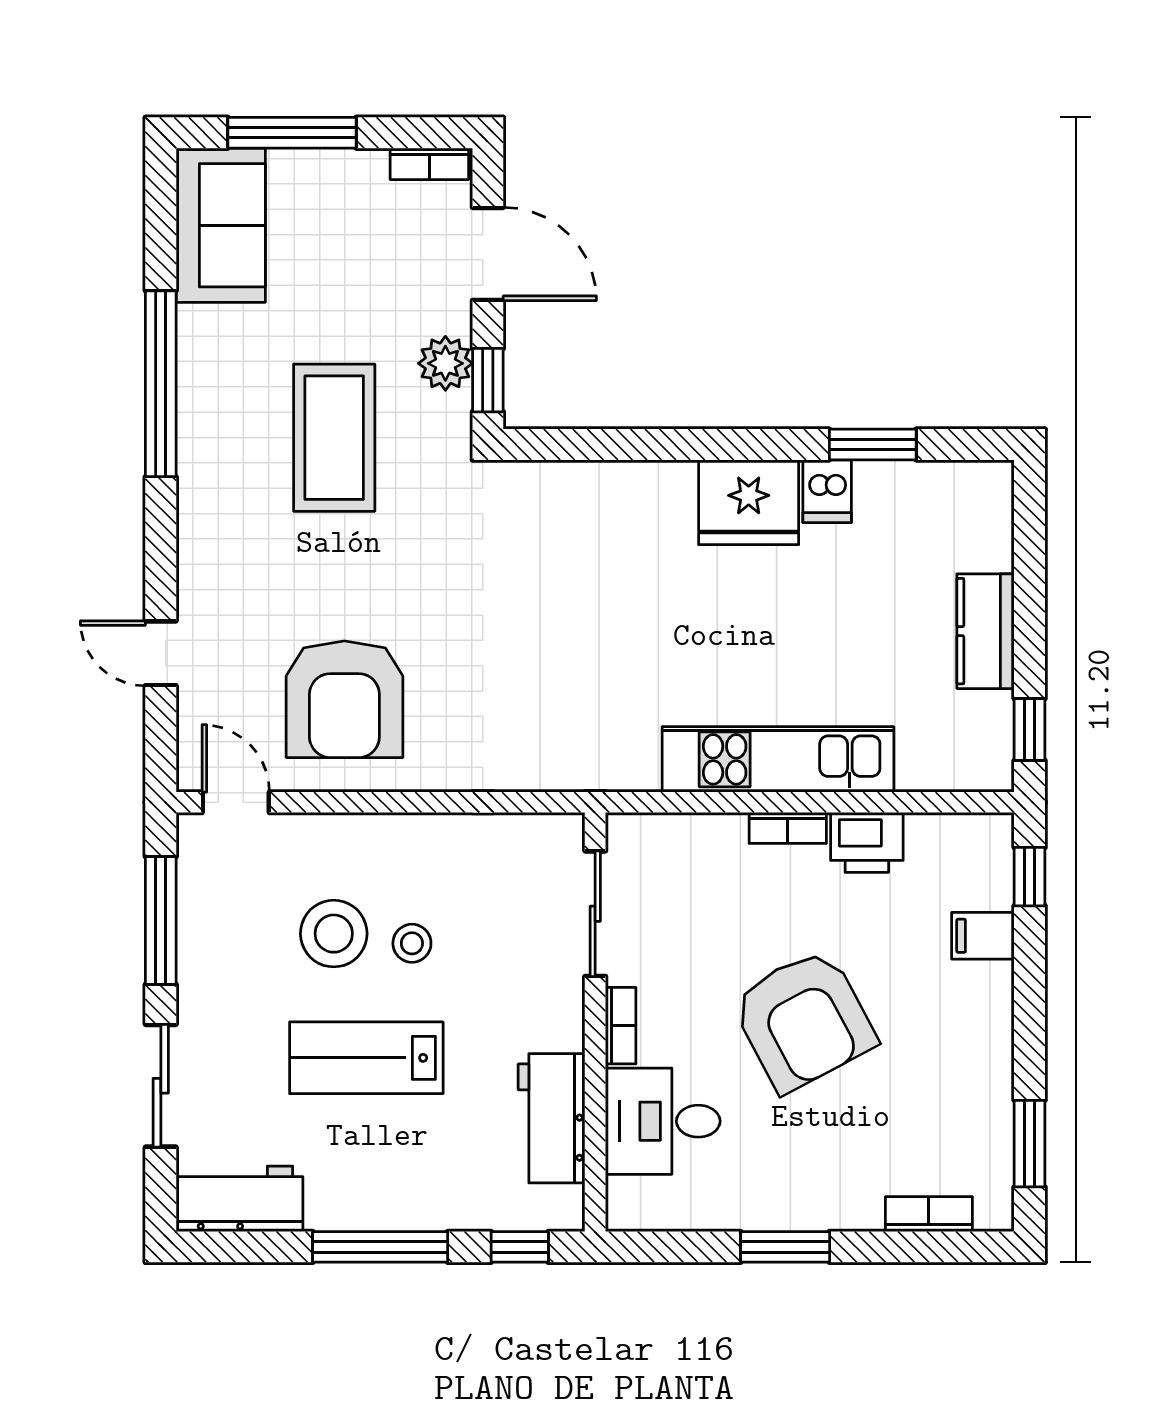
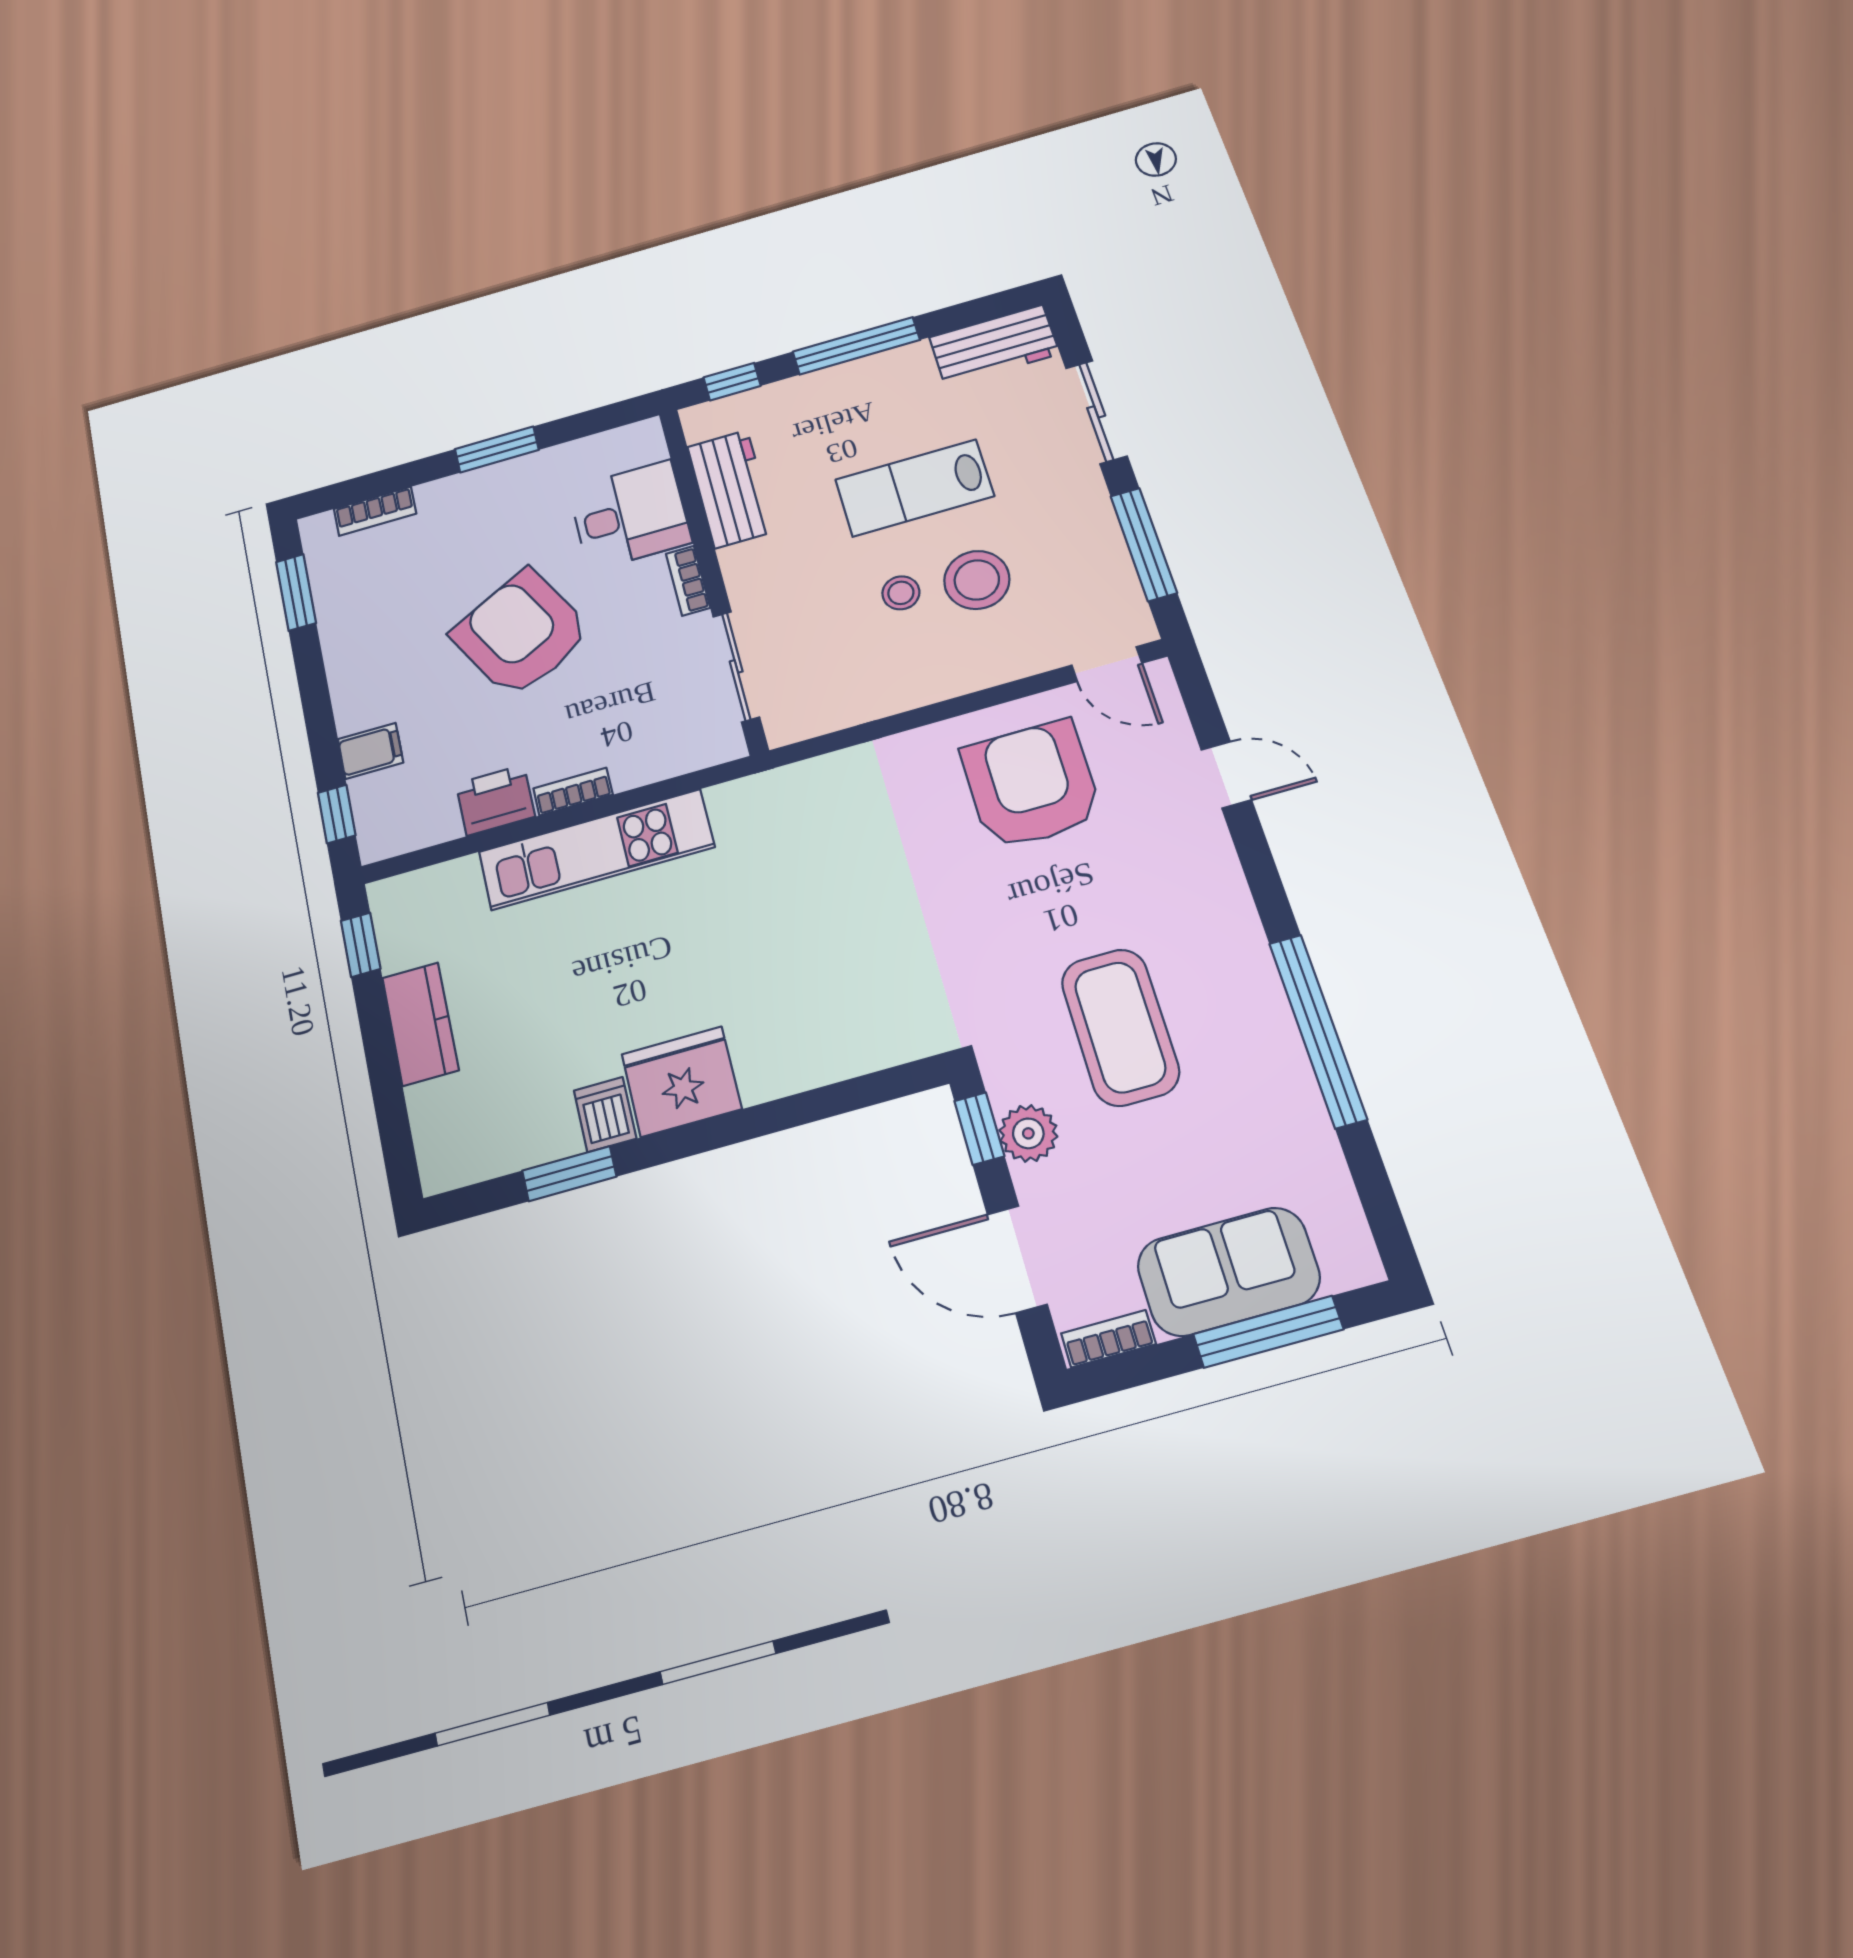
sofa: (221, 225) -> (1228, 1272), moved, turned 90
lab bench: (366, 1058) -> (914, 488), turned 180

